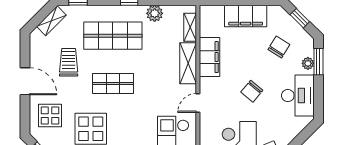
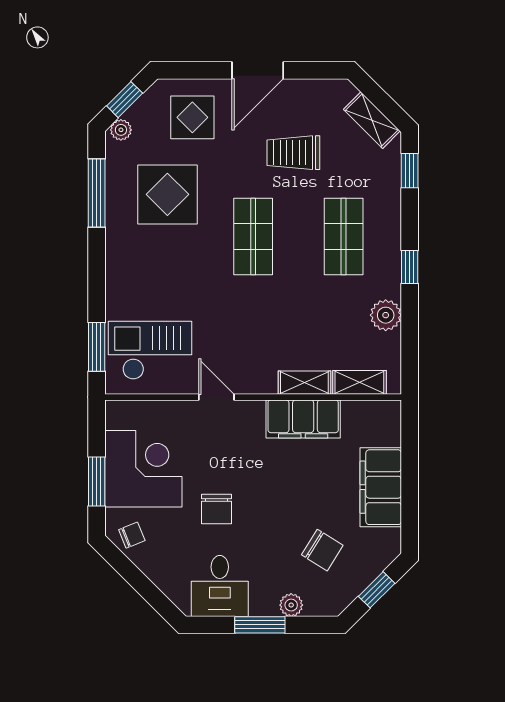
shop shelf: (113, 36) -> (344, 236), width x0.70, depth x0.74
trolley: (69, 62) -> (293, 153), turned 180
window: (318, 62) -> (260, 625), moved
shelving: (188, 63) -> (304, 383), width x0.67, depth x0.75
chair: (252, 91) -> (217, 509), moved, turned -130
desk: (298, 96) -> (220, 586), width x0.73

